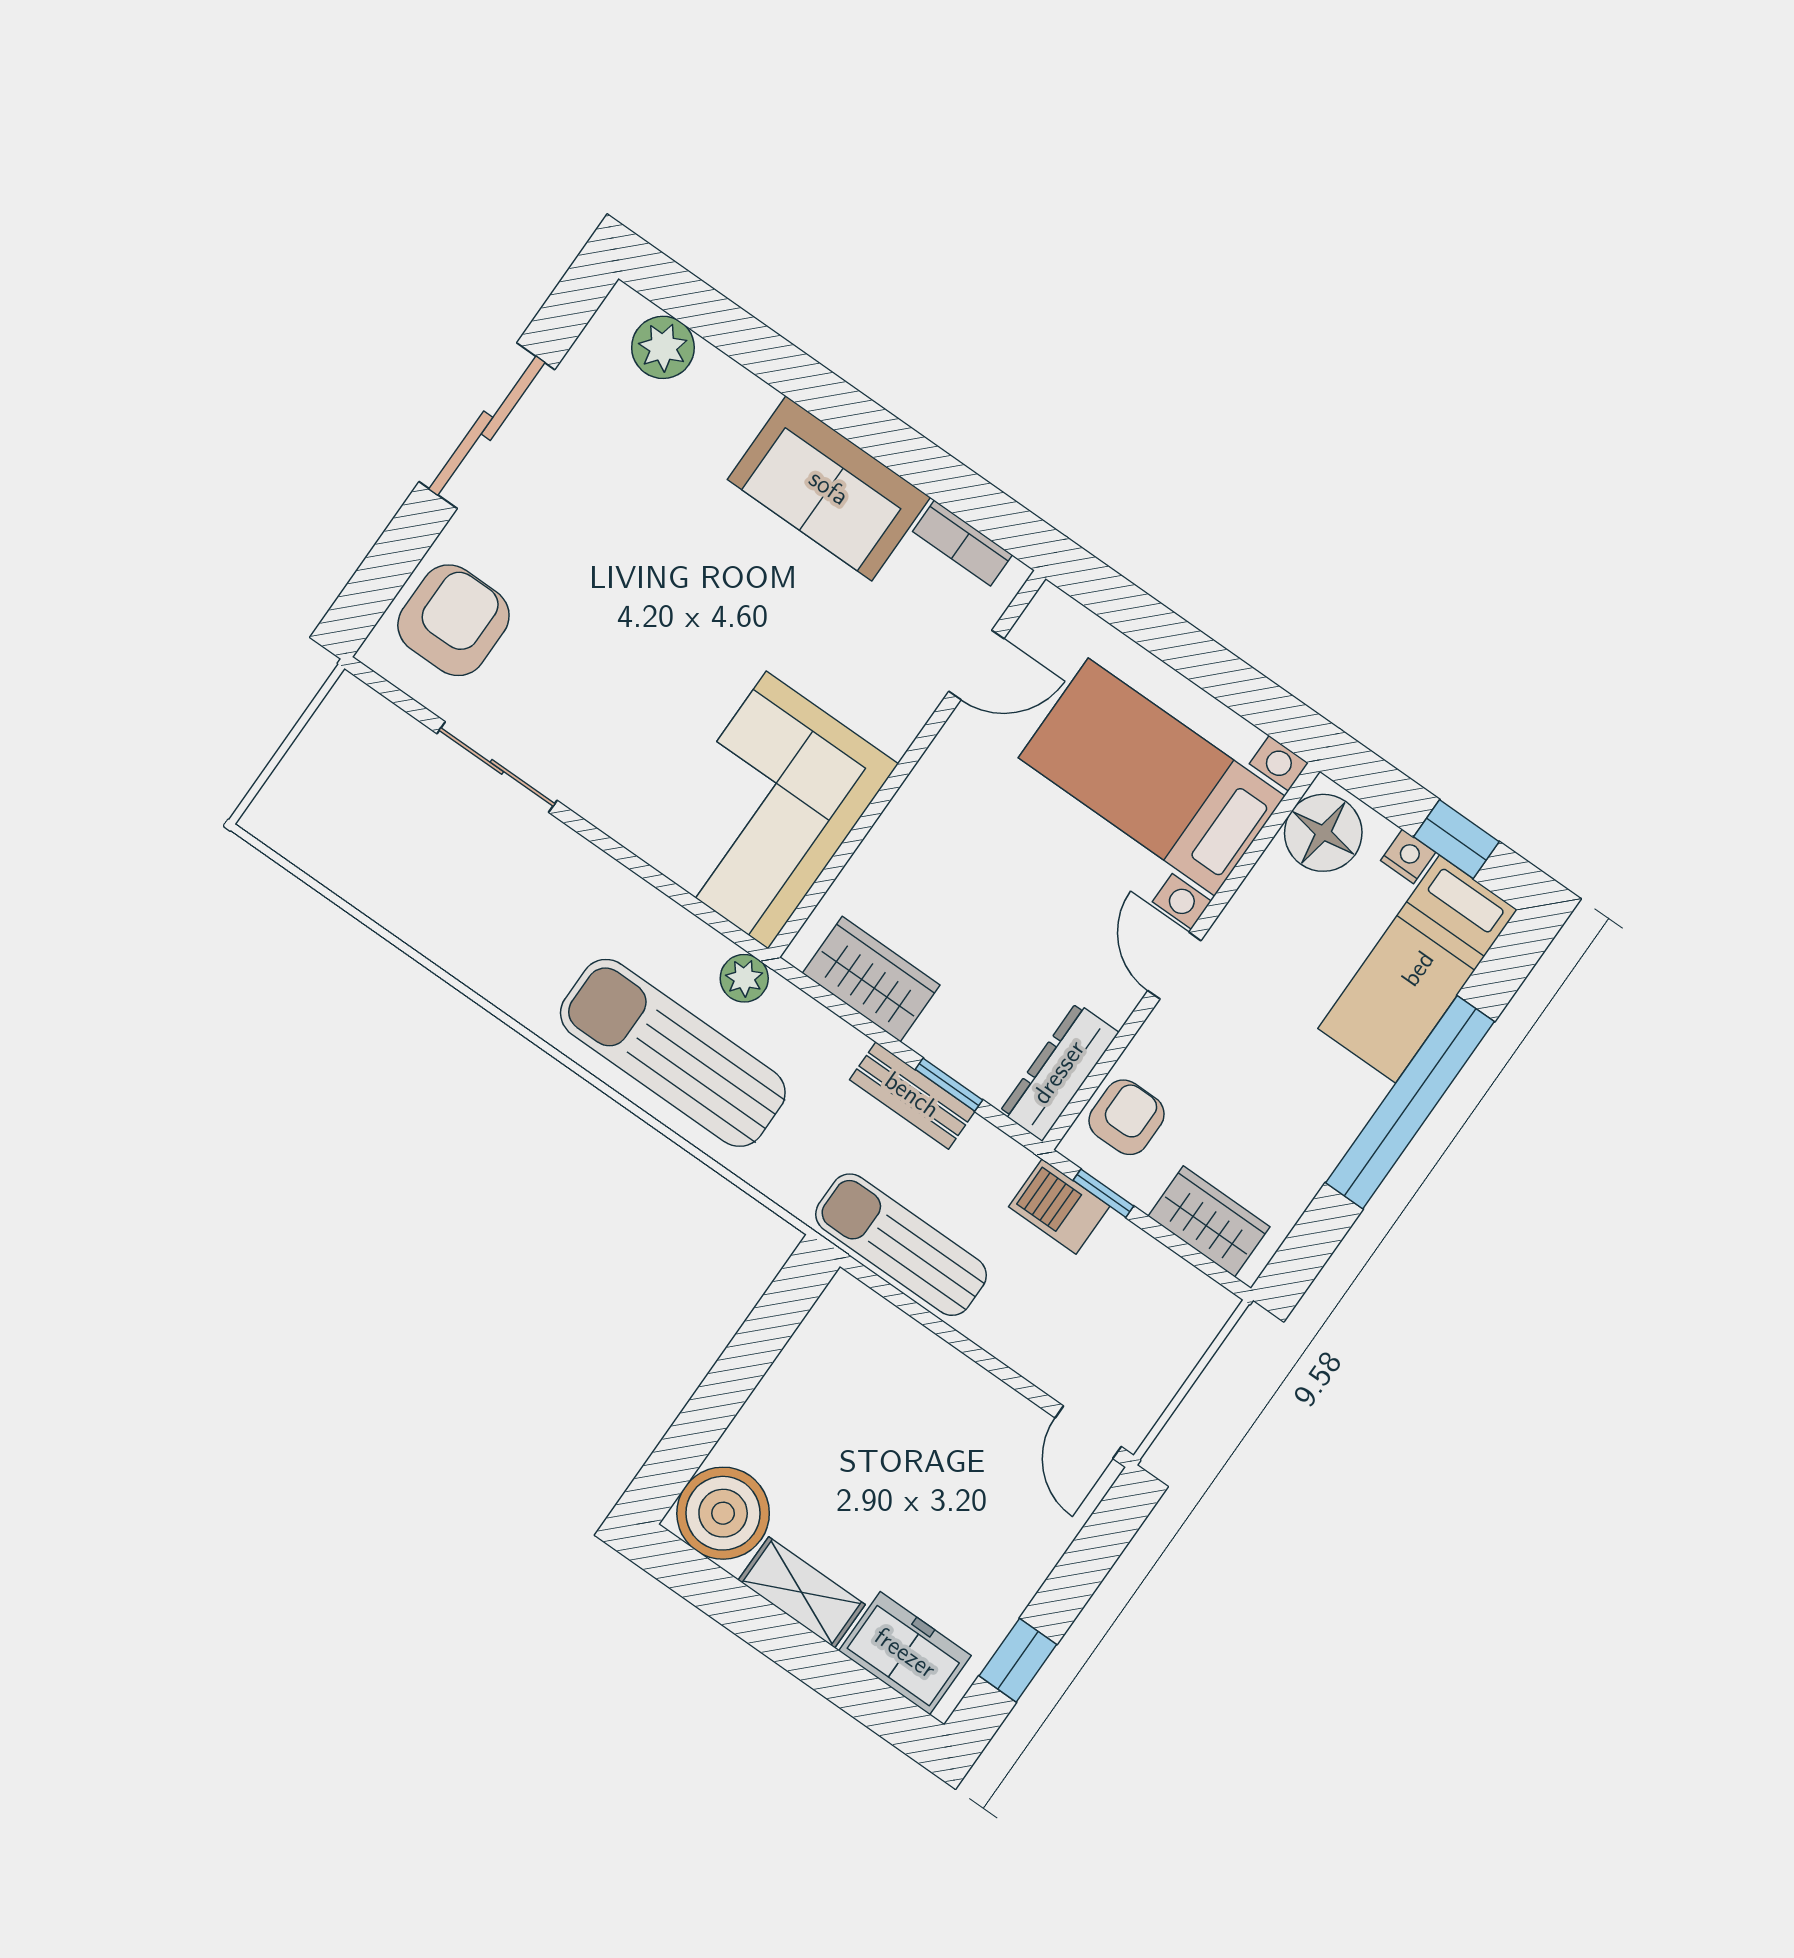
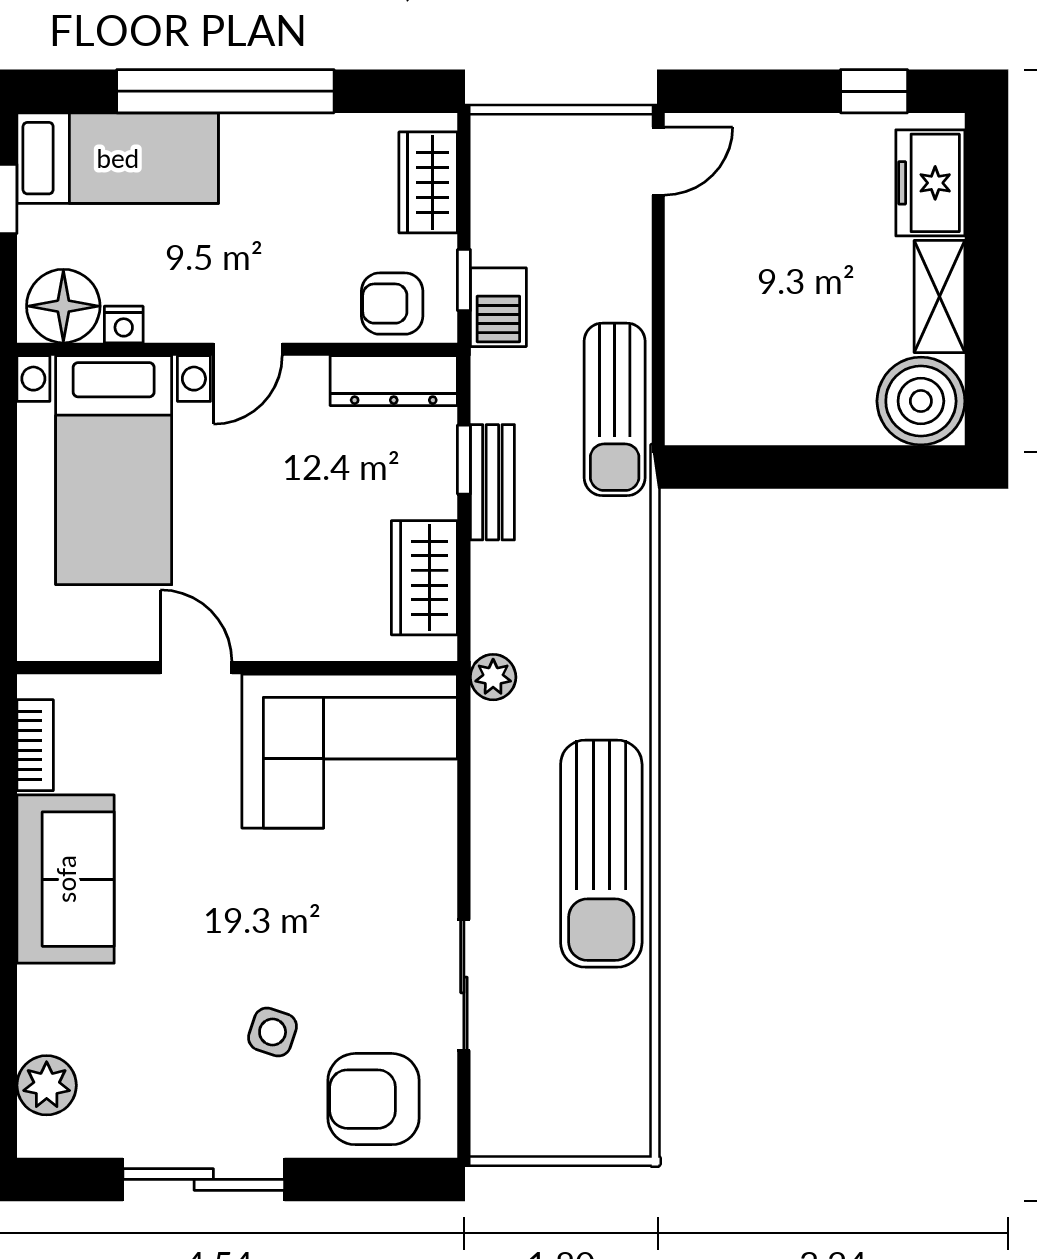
side table: (572, 574) -> (273, 1032), added
door: (976, 665) -> (196, 668), moved
nightstand: (1408, 856) -> (124, 324), moved, turned -90
sun lounger: (673, 1053) -> (601, 854), moved

